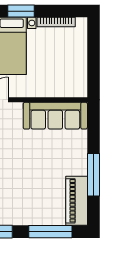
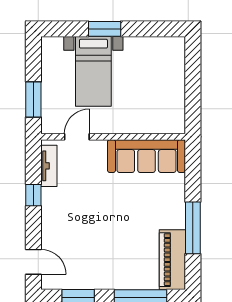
bookcase: (56, 22) -> (148, 42), removed

